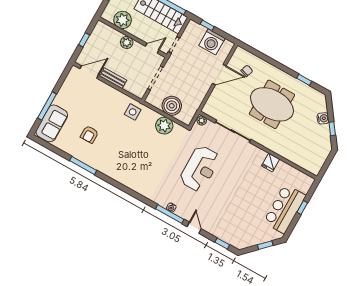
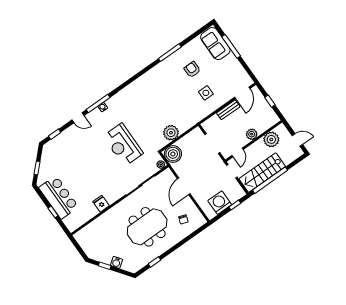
door: (219, 75) -> (184, 186), moved
boiler: (172, 106) -> (173, 154), moved
side table: (133, 112) -> (206, 93), moved

